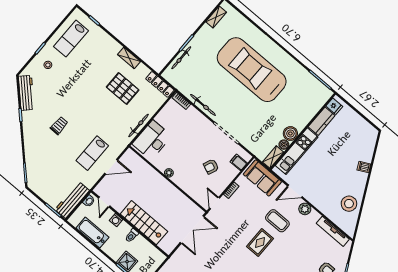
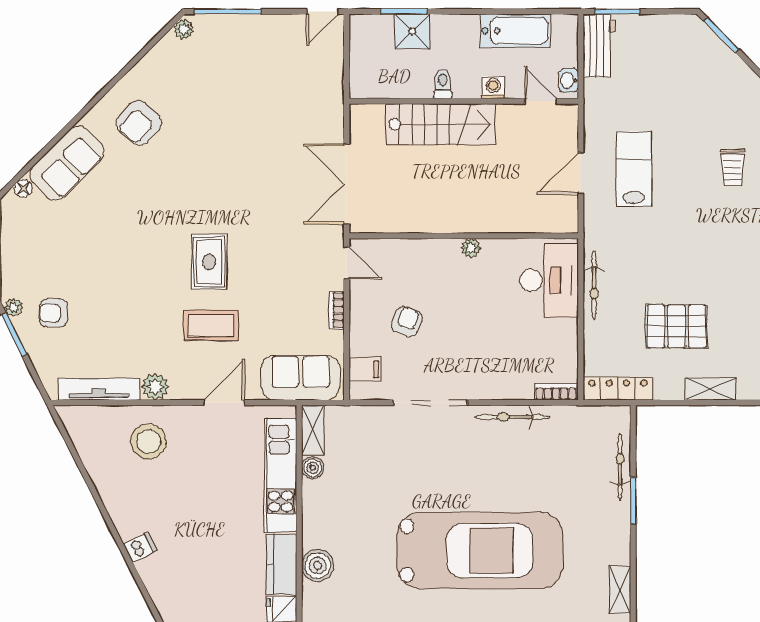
boiler: (290, 134) -> (318, 566), moved
workbench: (72, 200) -> (599, 46), width x0.73
stool: (349, 204) -> (149, 441), moved
plant: (305, 209) -> (155, 387), moved

